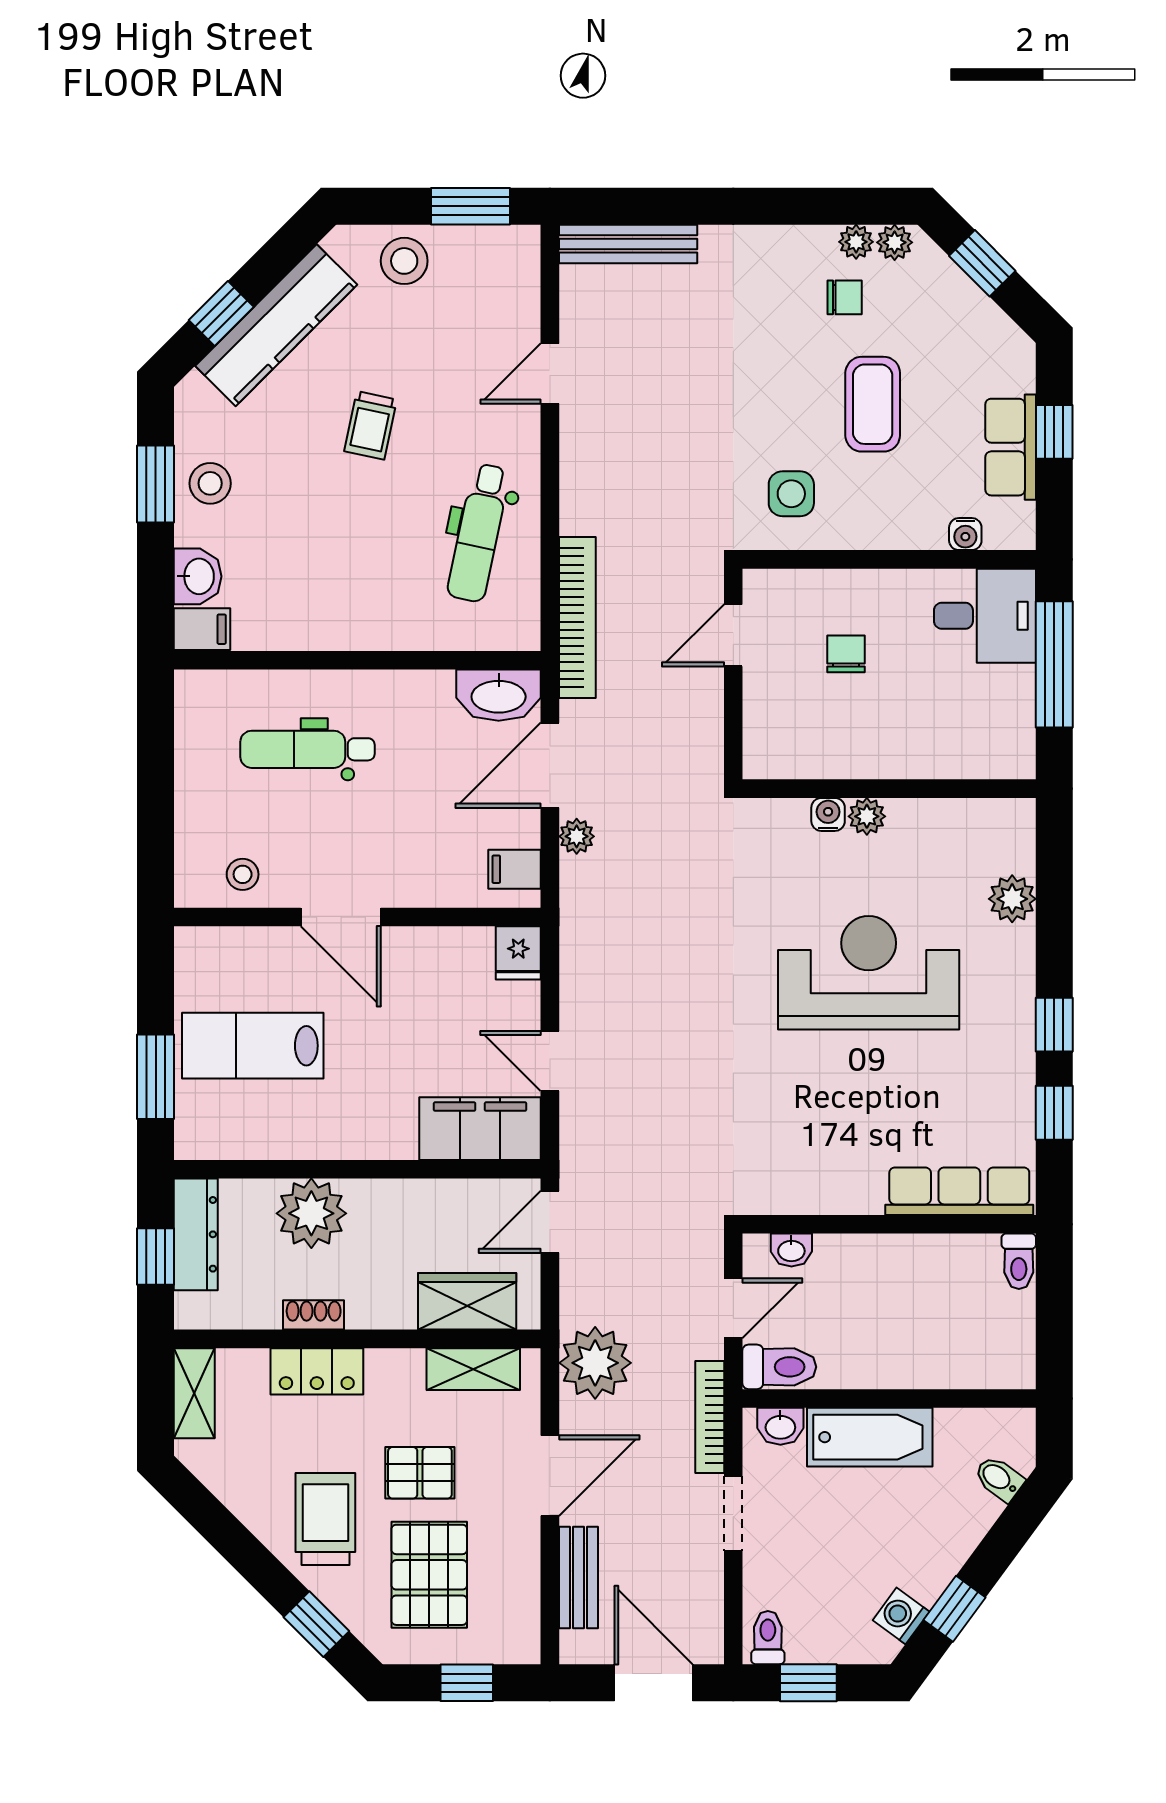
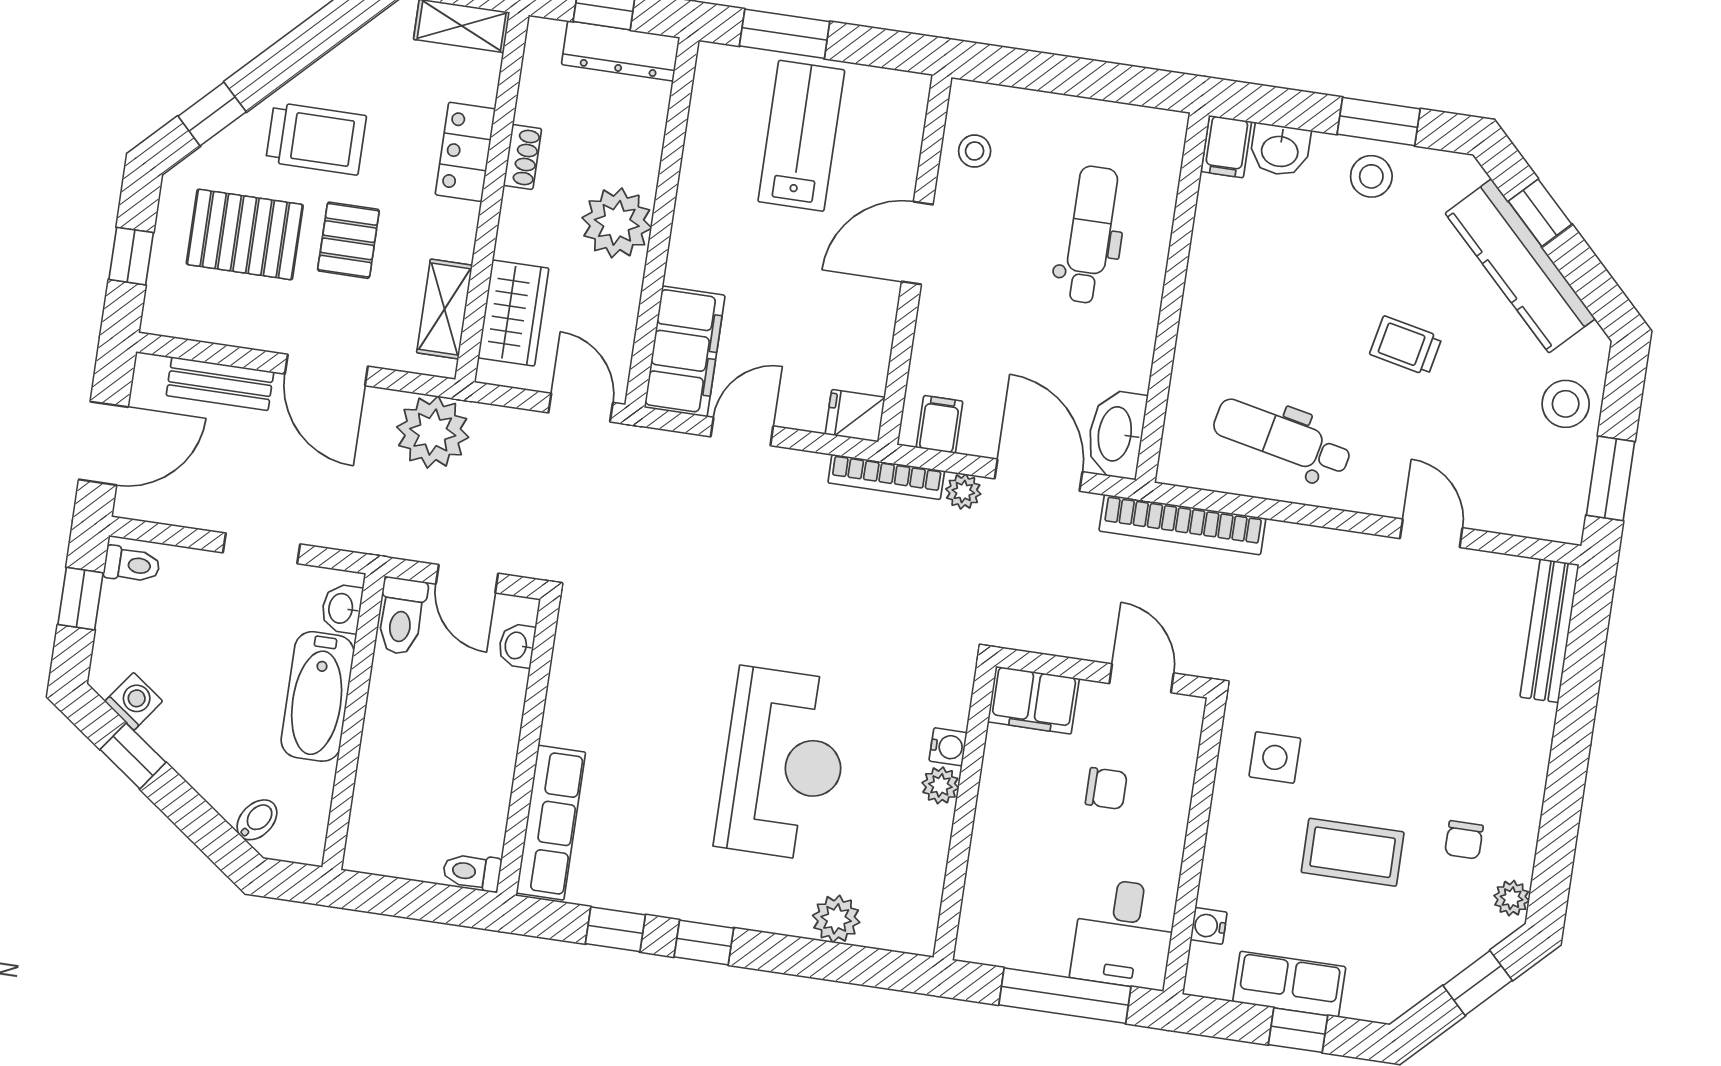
plant: (856, 242) -> (1518, 860), removed
filing cabinet: (770, 738) -> (1033, 700), added
plant: (311, 1213) -> (617, 223), moved
bookcase: (710, 1417) -> (886, 477), moved, turned 180

